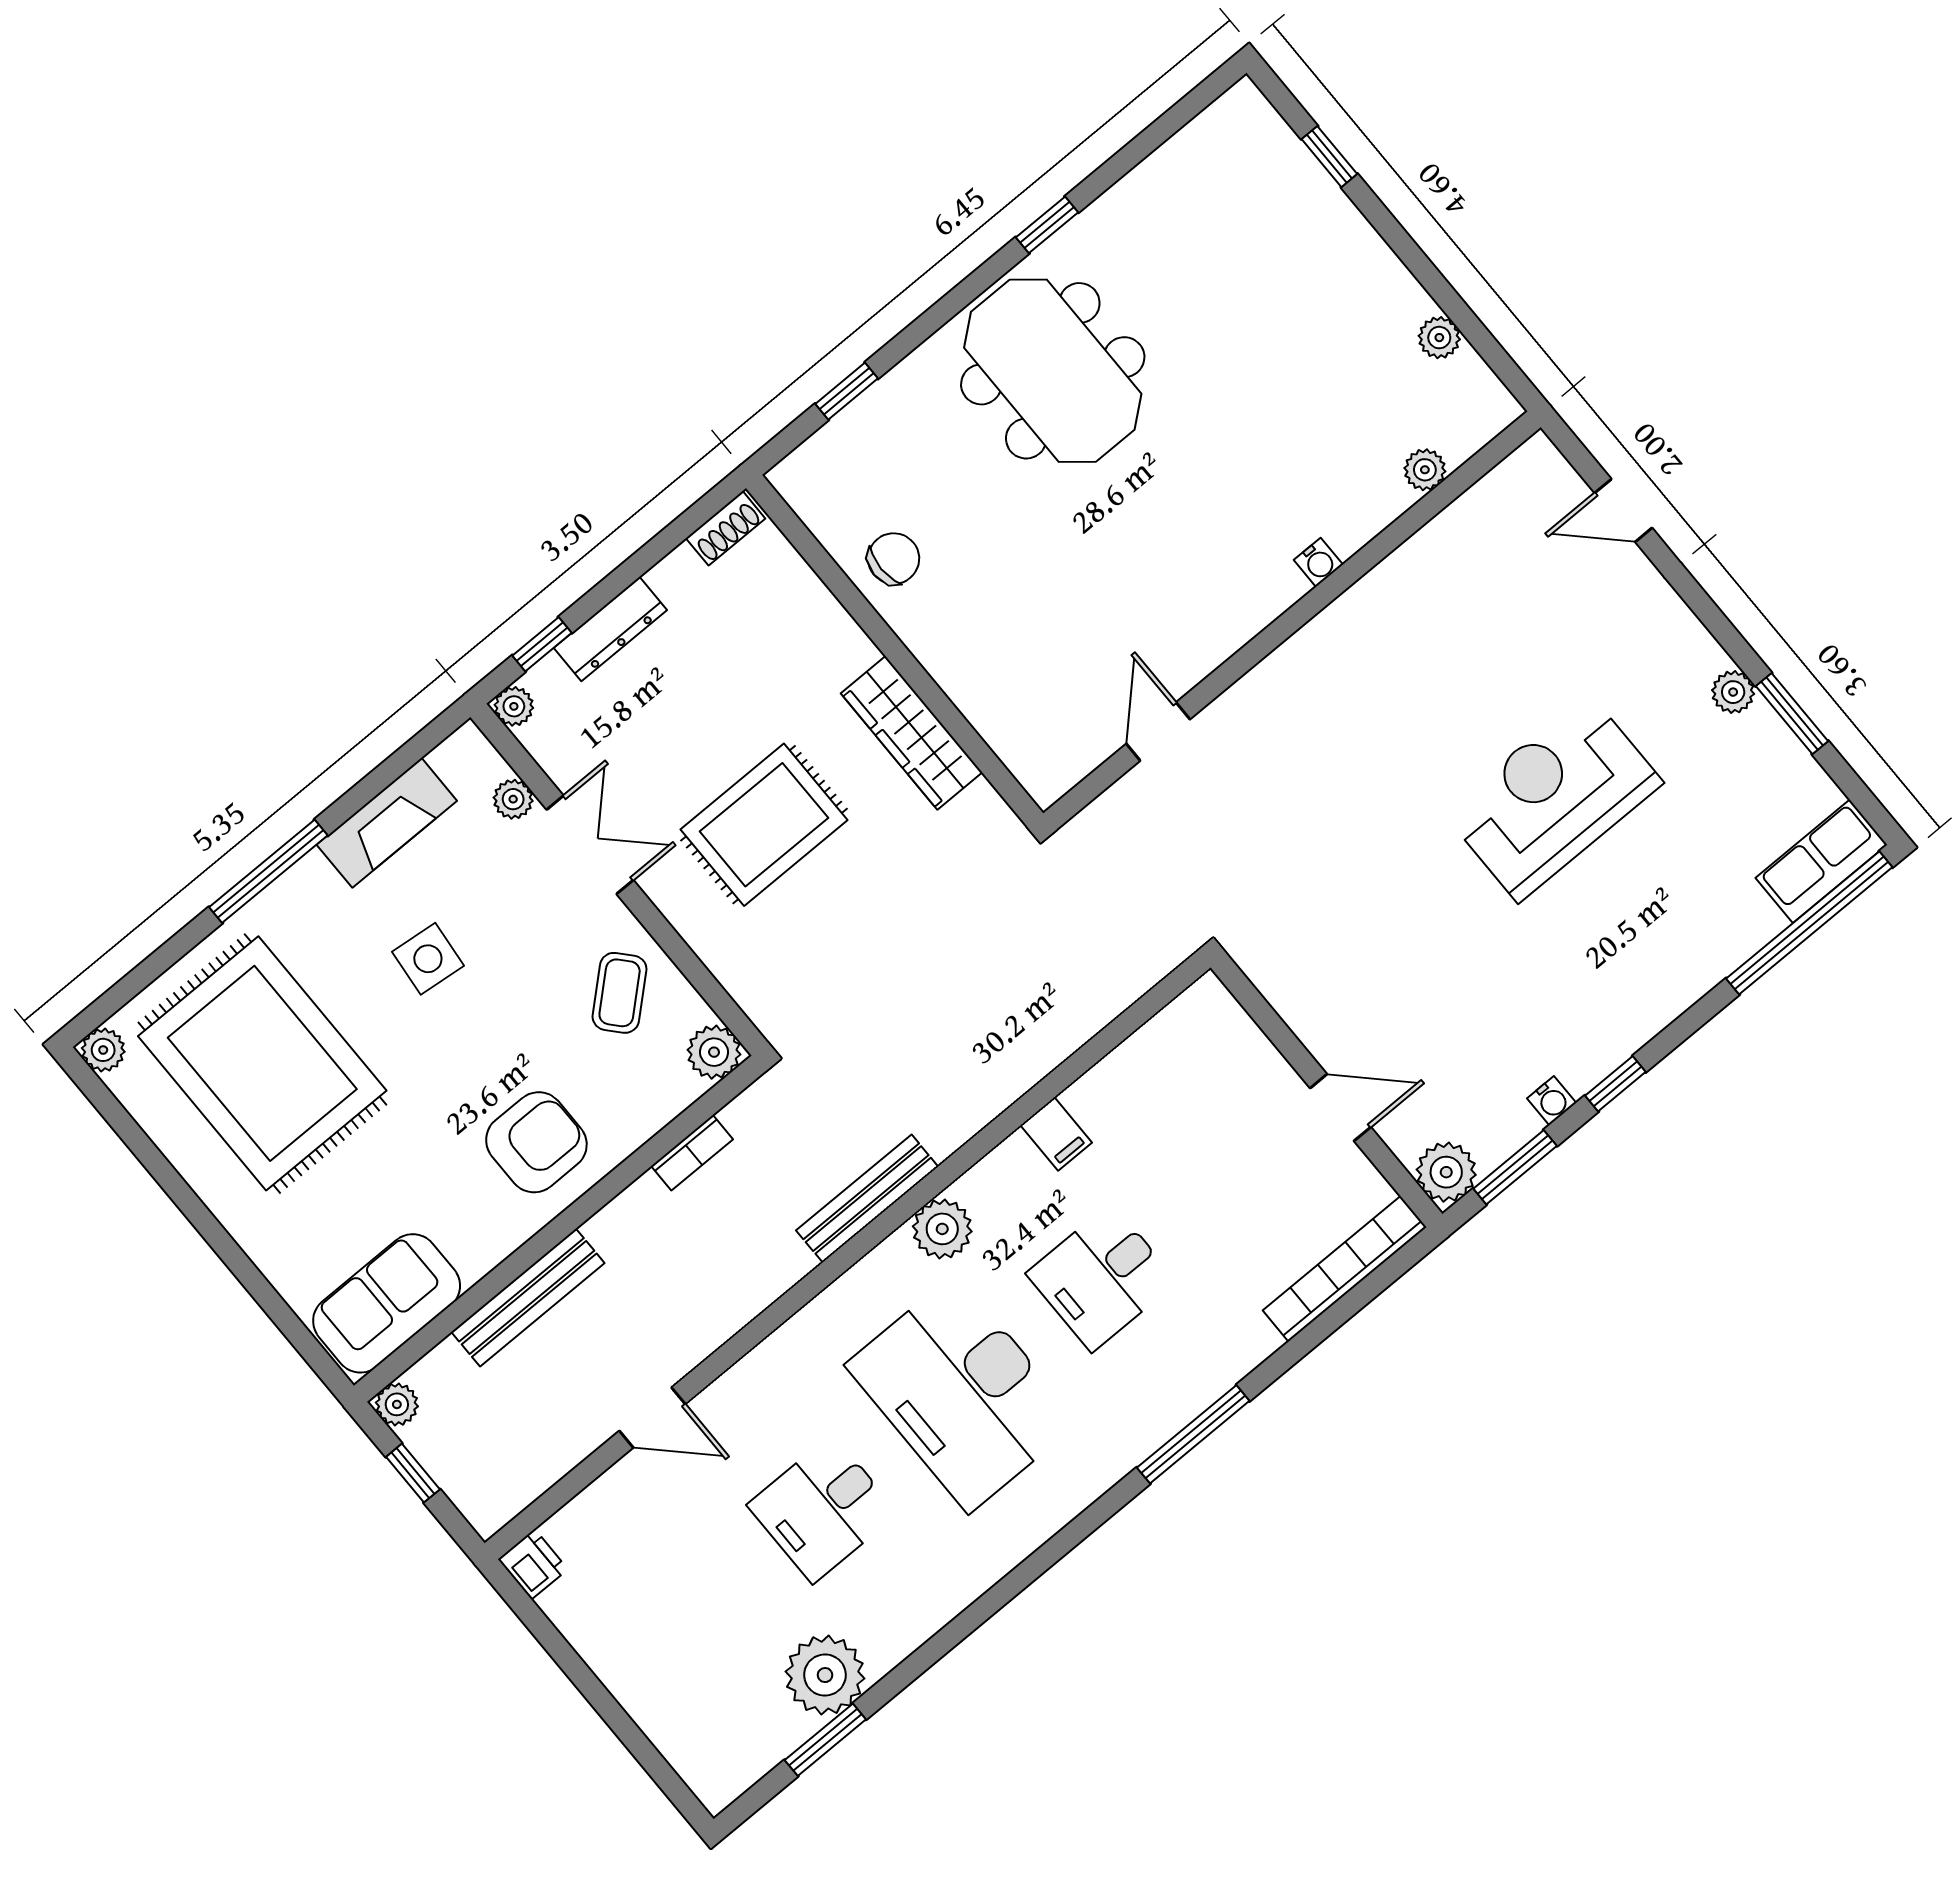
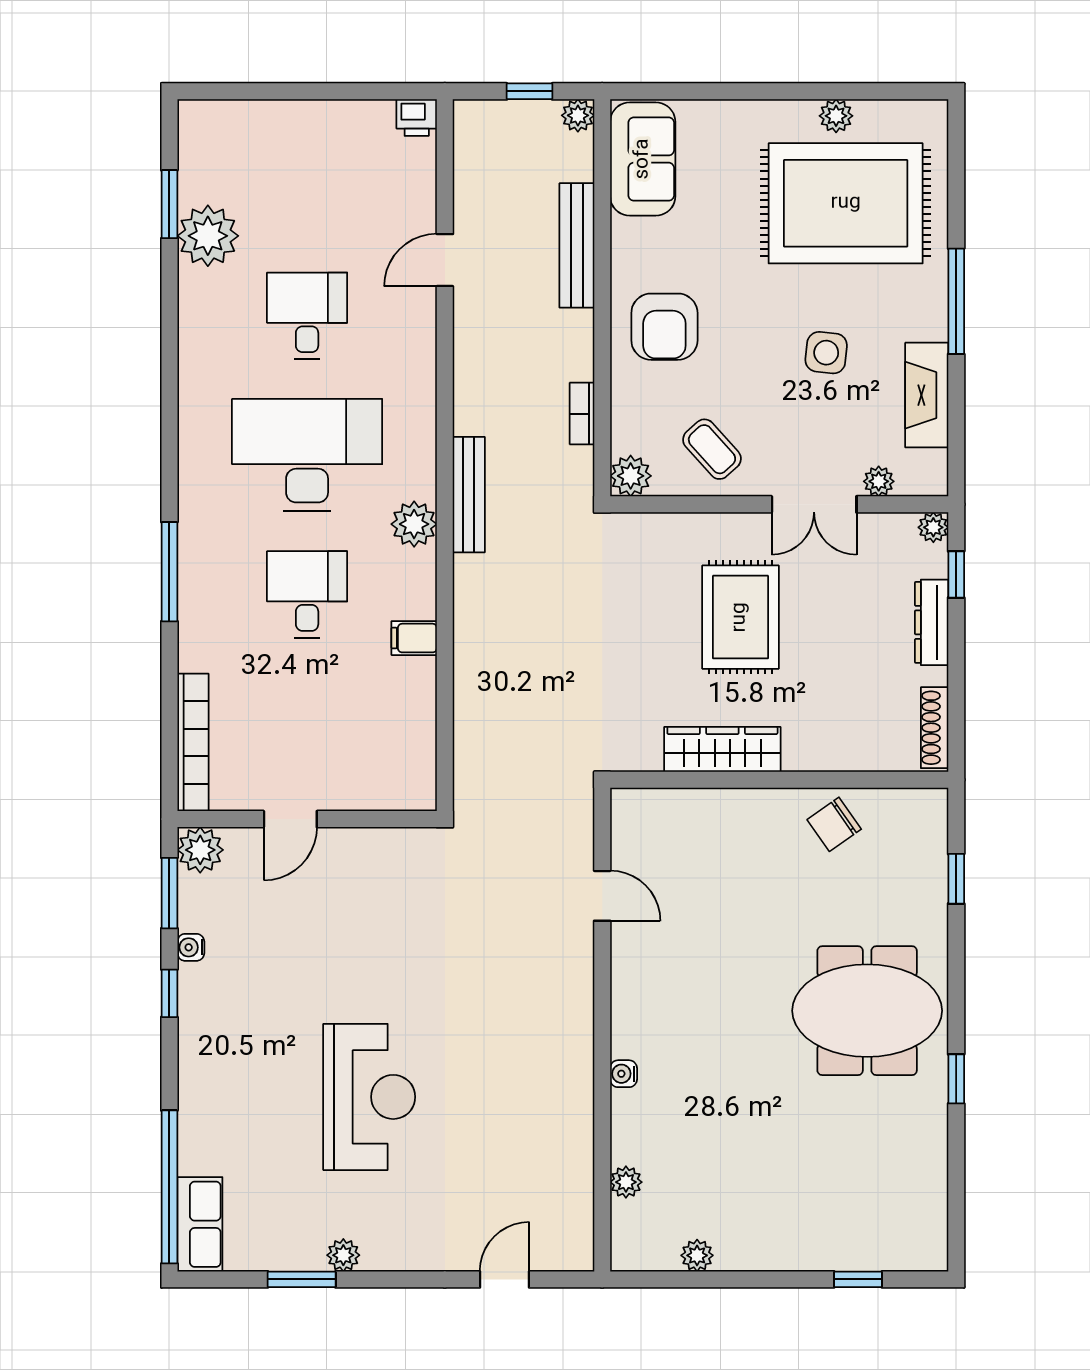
shoe rack: (726, 528) -> (935, 728), width x1.43
chair: (894, 559) -> (834, 824), turned 55
plant: (103, 1050) -> (836, 116), moved

